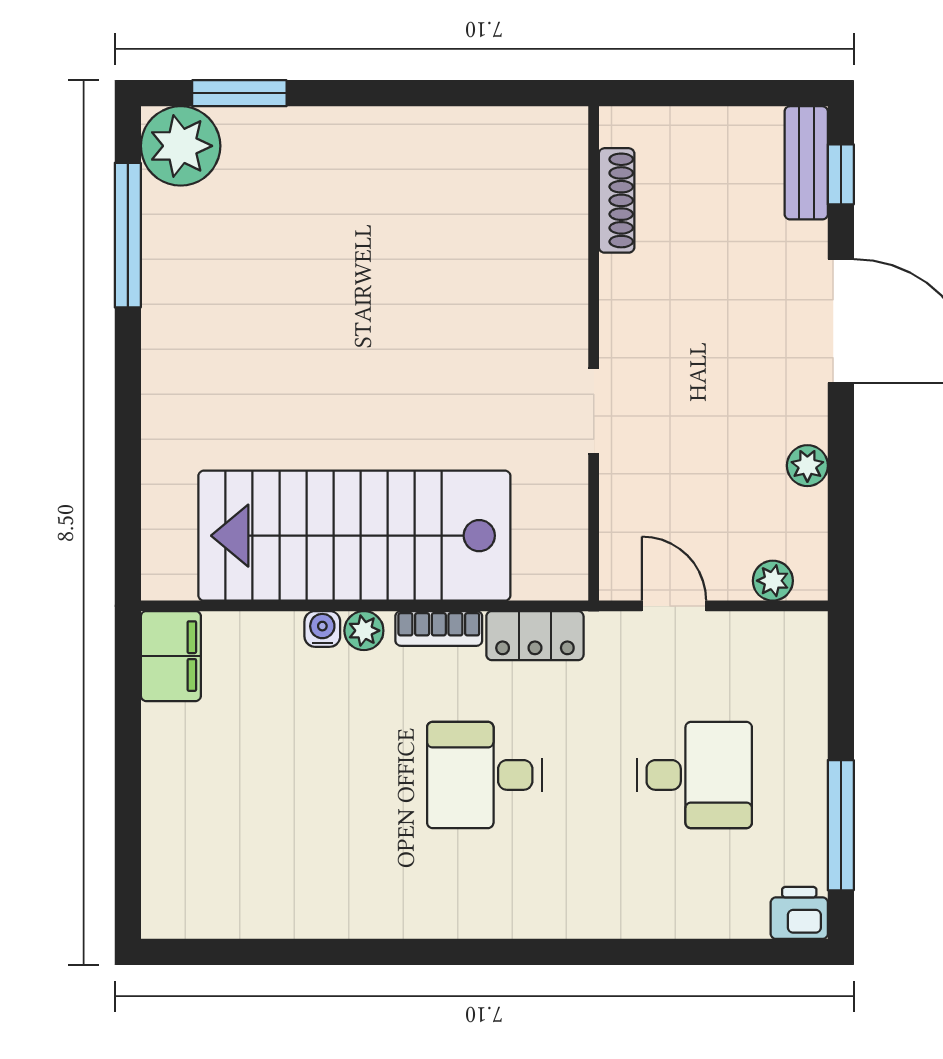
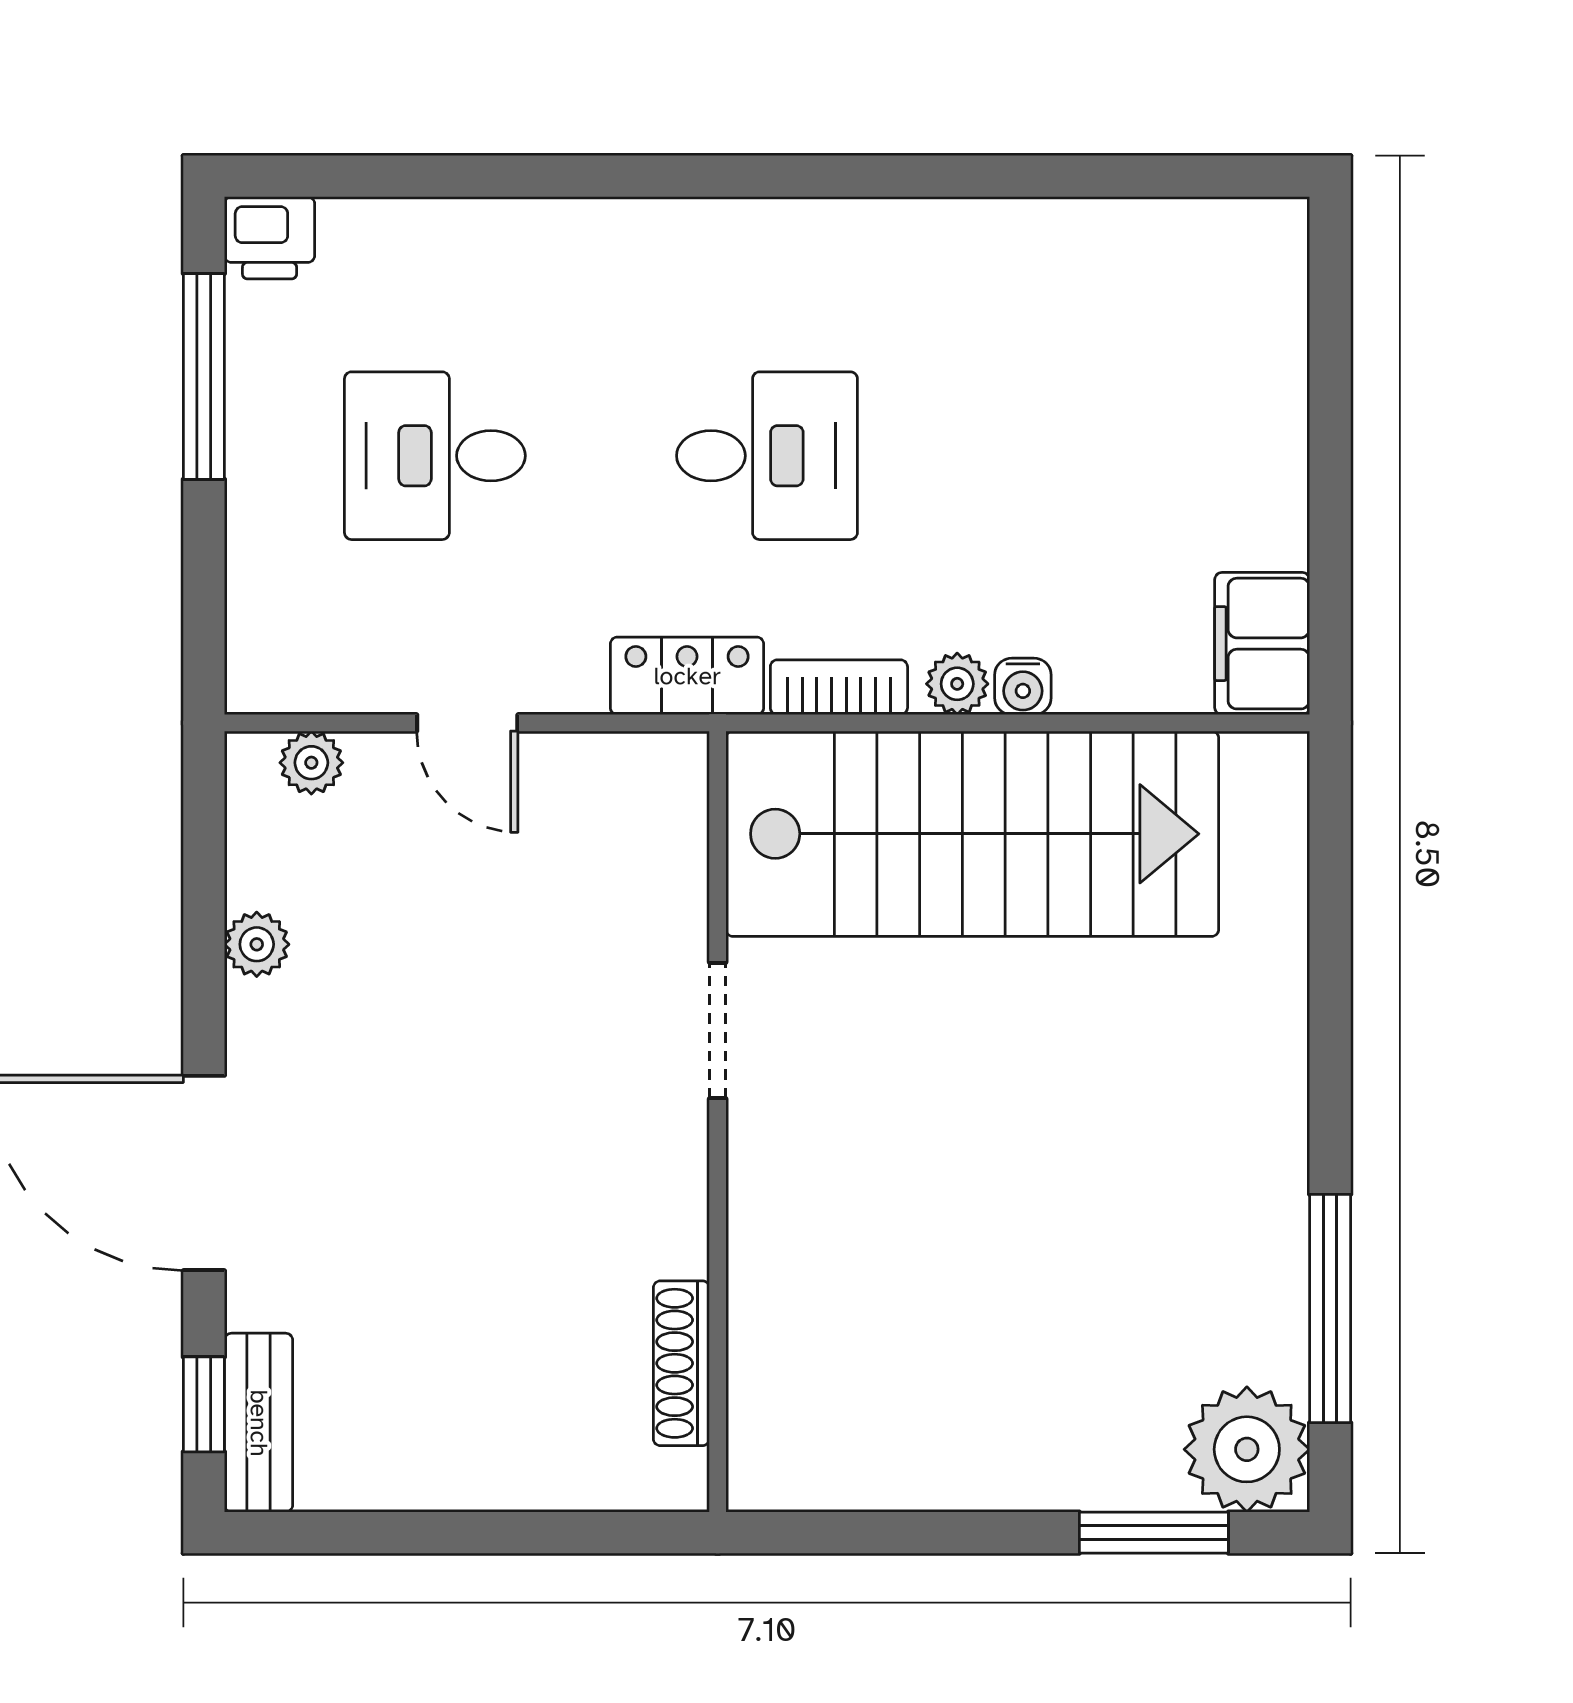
shoe rack: (617, 200) -> (681, 1363), moved
wall: (594, 353) -> (718, 1122), moved
doorway: (594, 411) -> (718, 1031), moved

